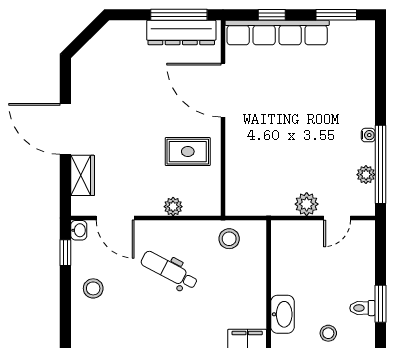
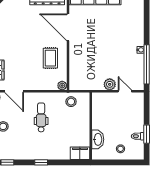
rug: (188, 152) -> (50, 58), turned 90
plant: (366, 175) -> (139, 70), removed
plant: (173, 207) -> (62, 86), moved
door: (337, 218) -> (125, 91), swing flipped
dental chair: (169, 270) -> (41, 117), turned 62

